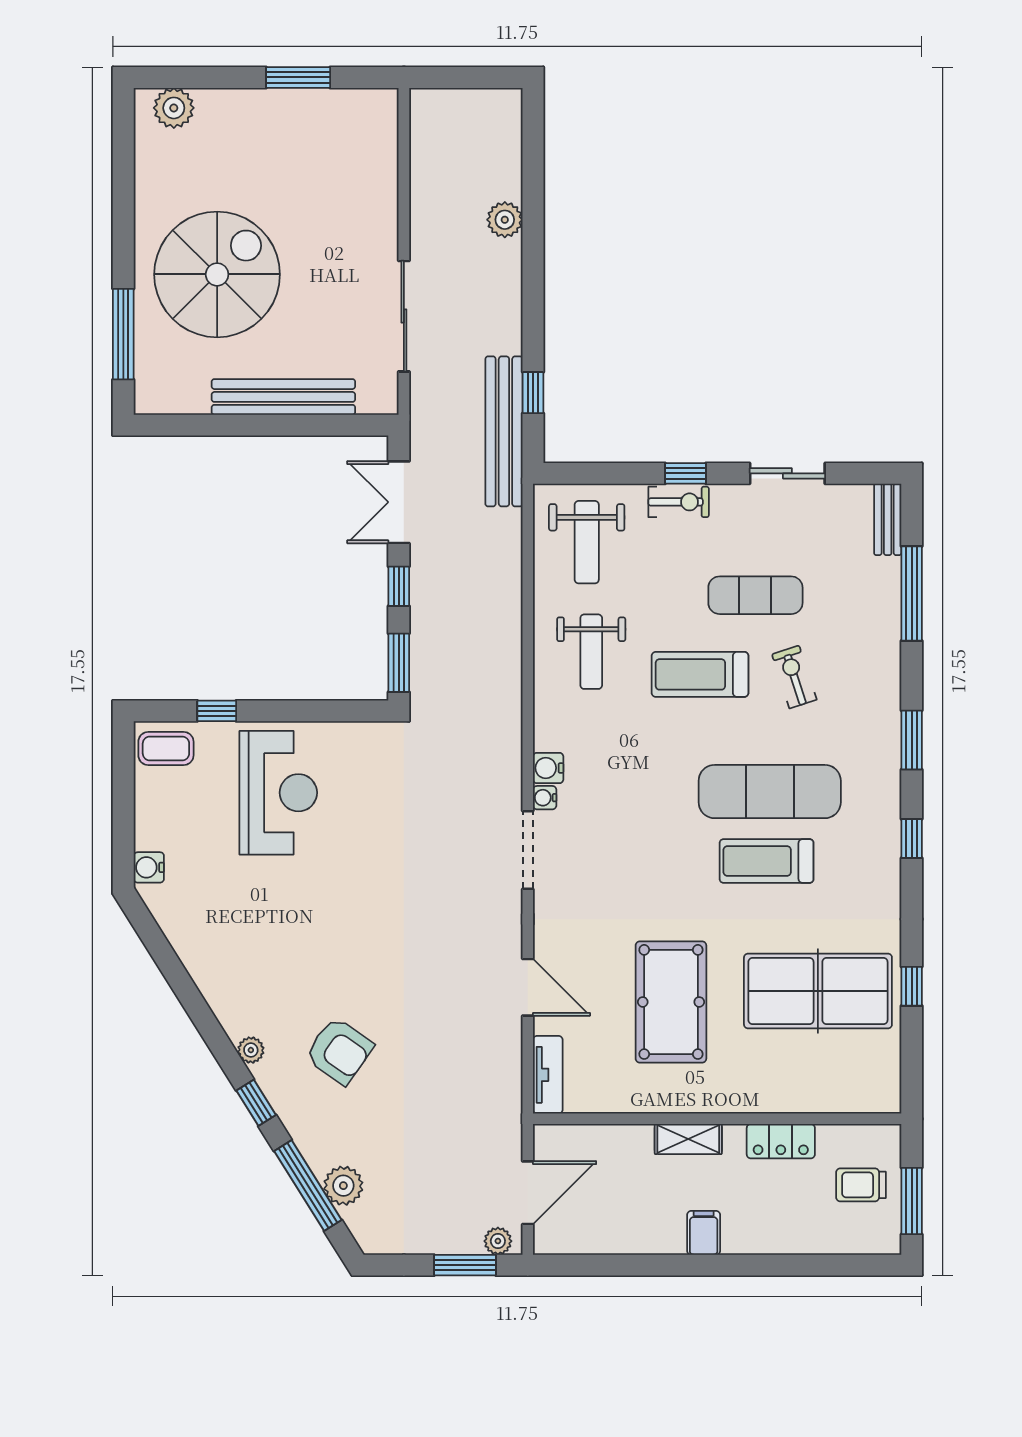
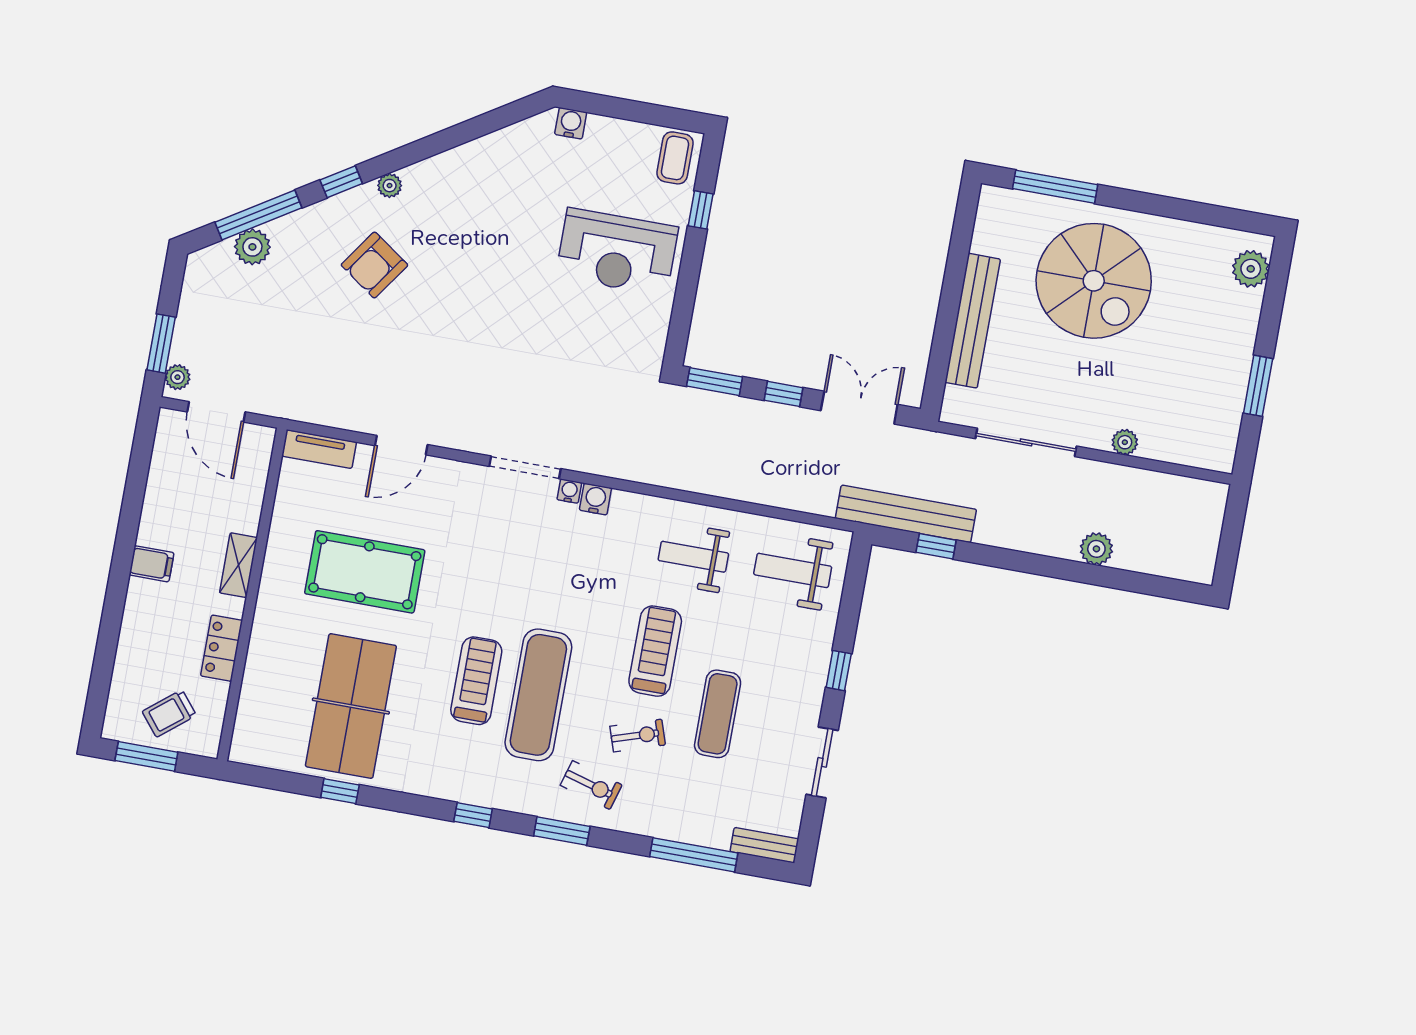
plant: (385, 210) -> (1125, 442), added
exercise bike: (679, 502) -> (591, 785), moved, turned -74
trolley: (861, 1185) -> (169, 713), turned -129

